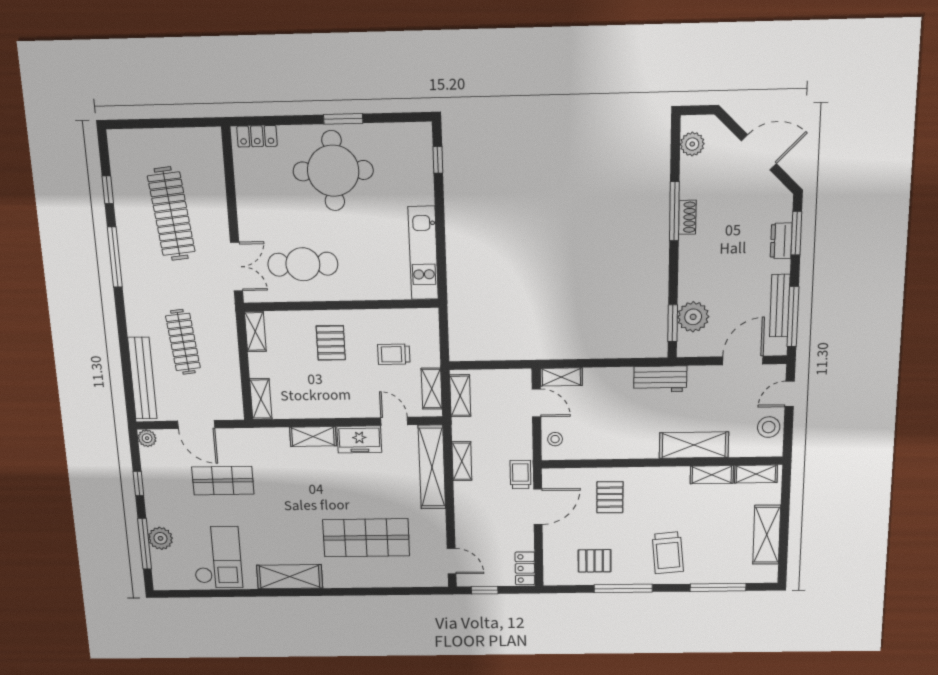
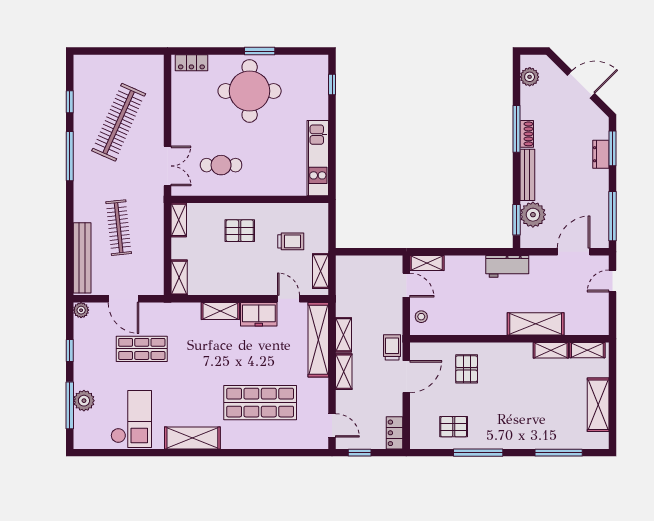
clothes rail: (171, 214) -> (119, 122), turned 30
cafe table: (303, 264) -> (221, 165), width x0.73, depth x0.74
bench: (780, 306) -> (527, 175), moved
pallet: (331, 343) -> (240, 231), turned 90
trolley: (394, 354) -> (291, 241), turned 180
shelving: (460, 396) -> (344, 372), moved
stool: (769, 427) -> (596, 309), removed
trolley: (668, 553) -> (516, 420), removed

